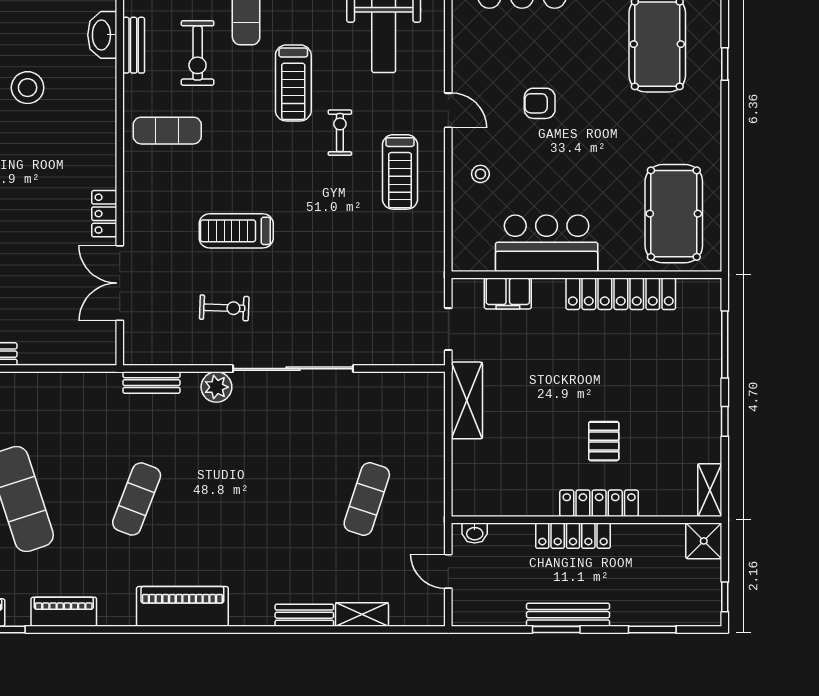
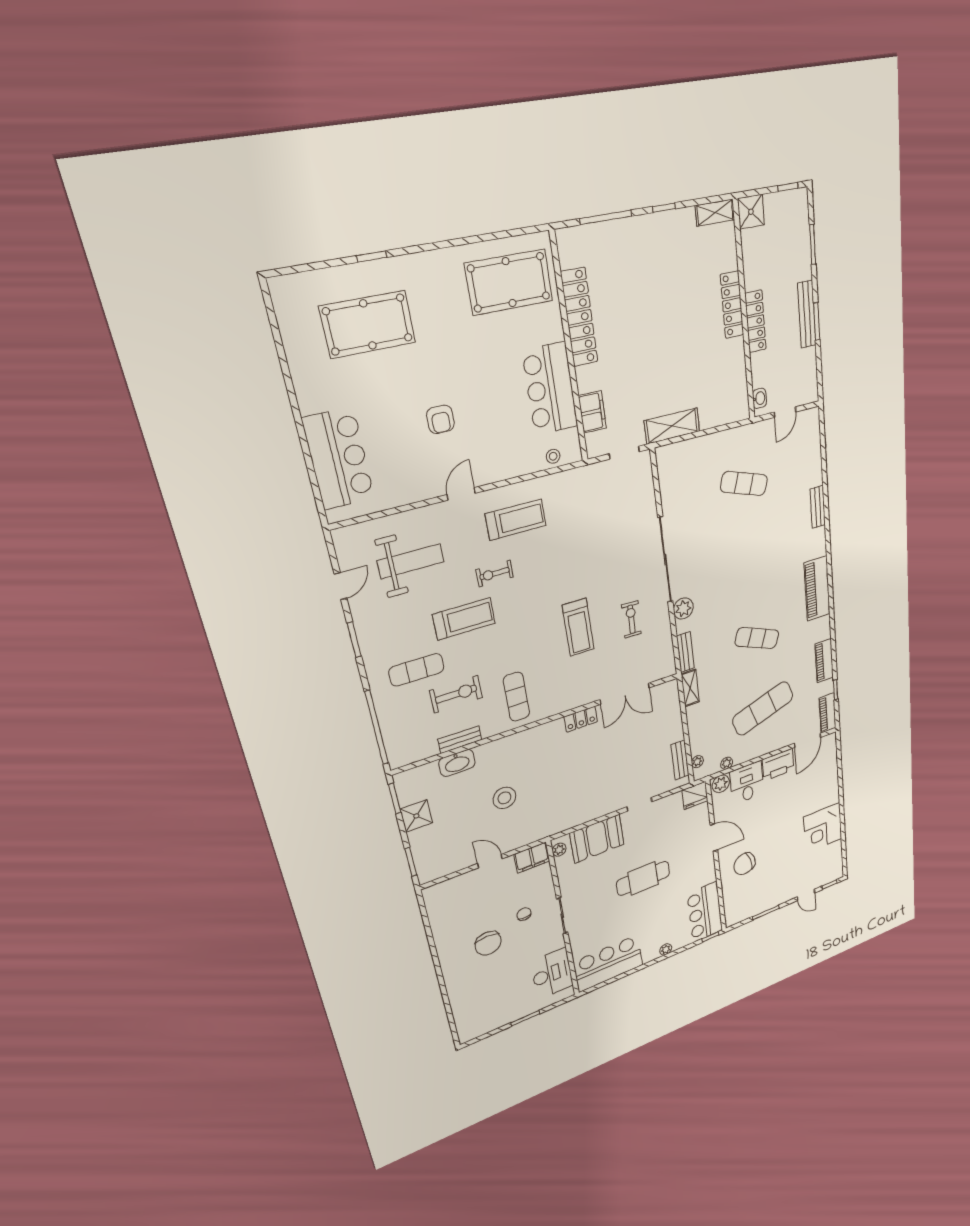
stool: (480, 174) -> (553, 456), moved
pallet: (604, 441) -> (689, 310), removed
shelving: (362, 614) -> (690, 688), moved

